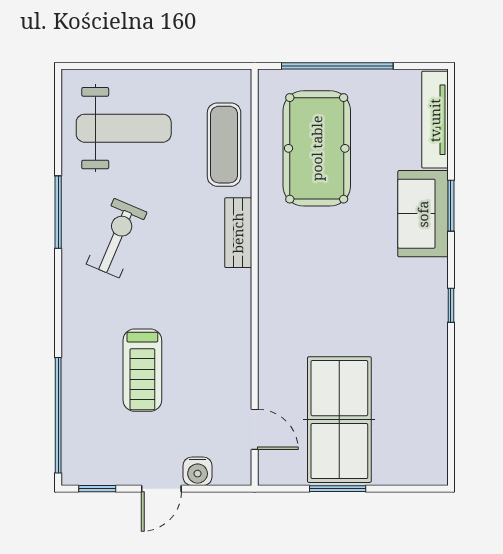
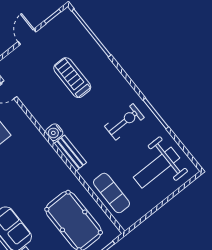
bench: (238, 233) -> (70, 153), moved
exercise bike: (117, 238) -> (124, 122), turned -113
water cooler: (198, 471) -> (54, 132), moved, turned -90

